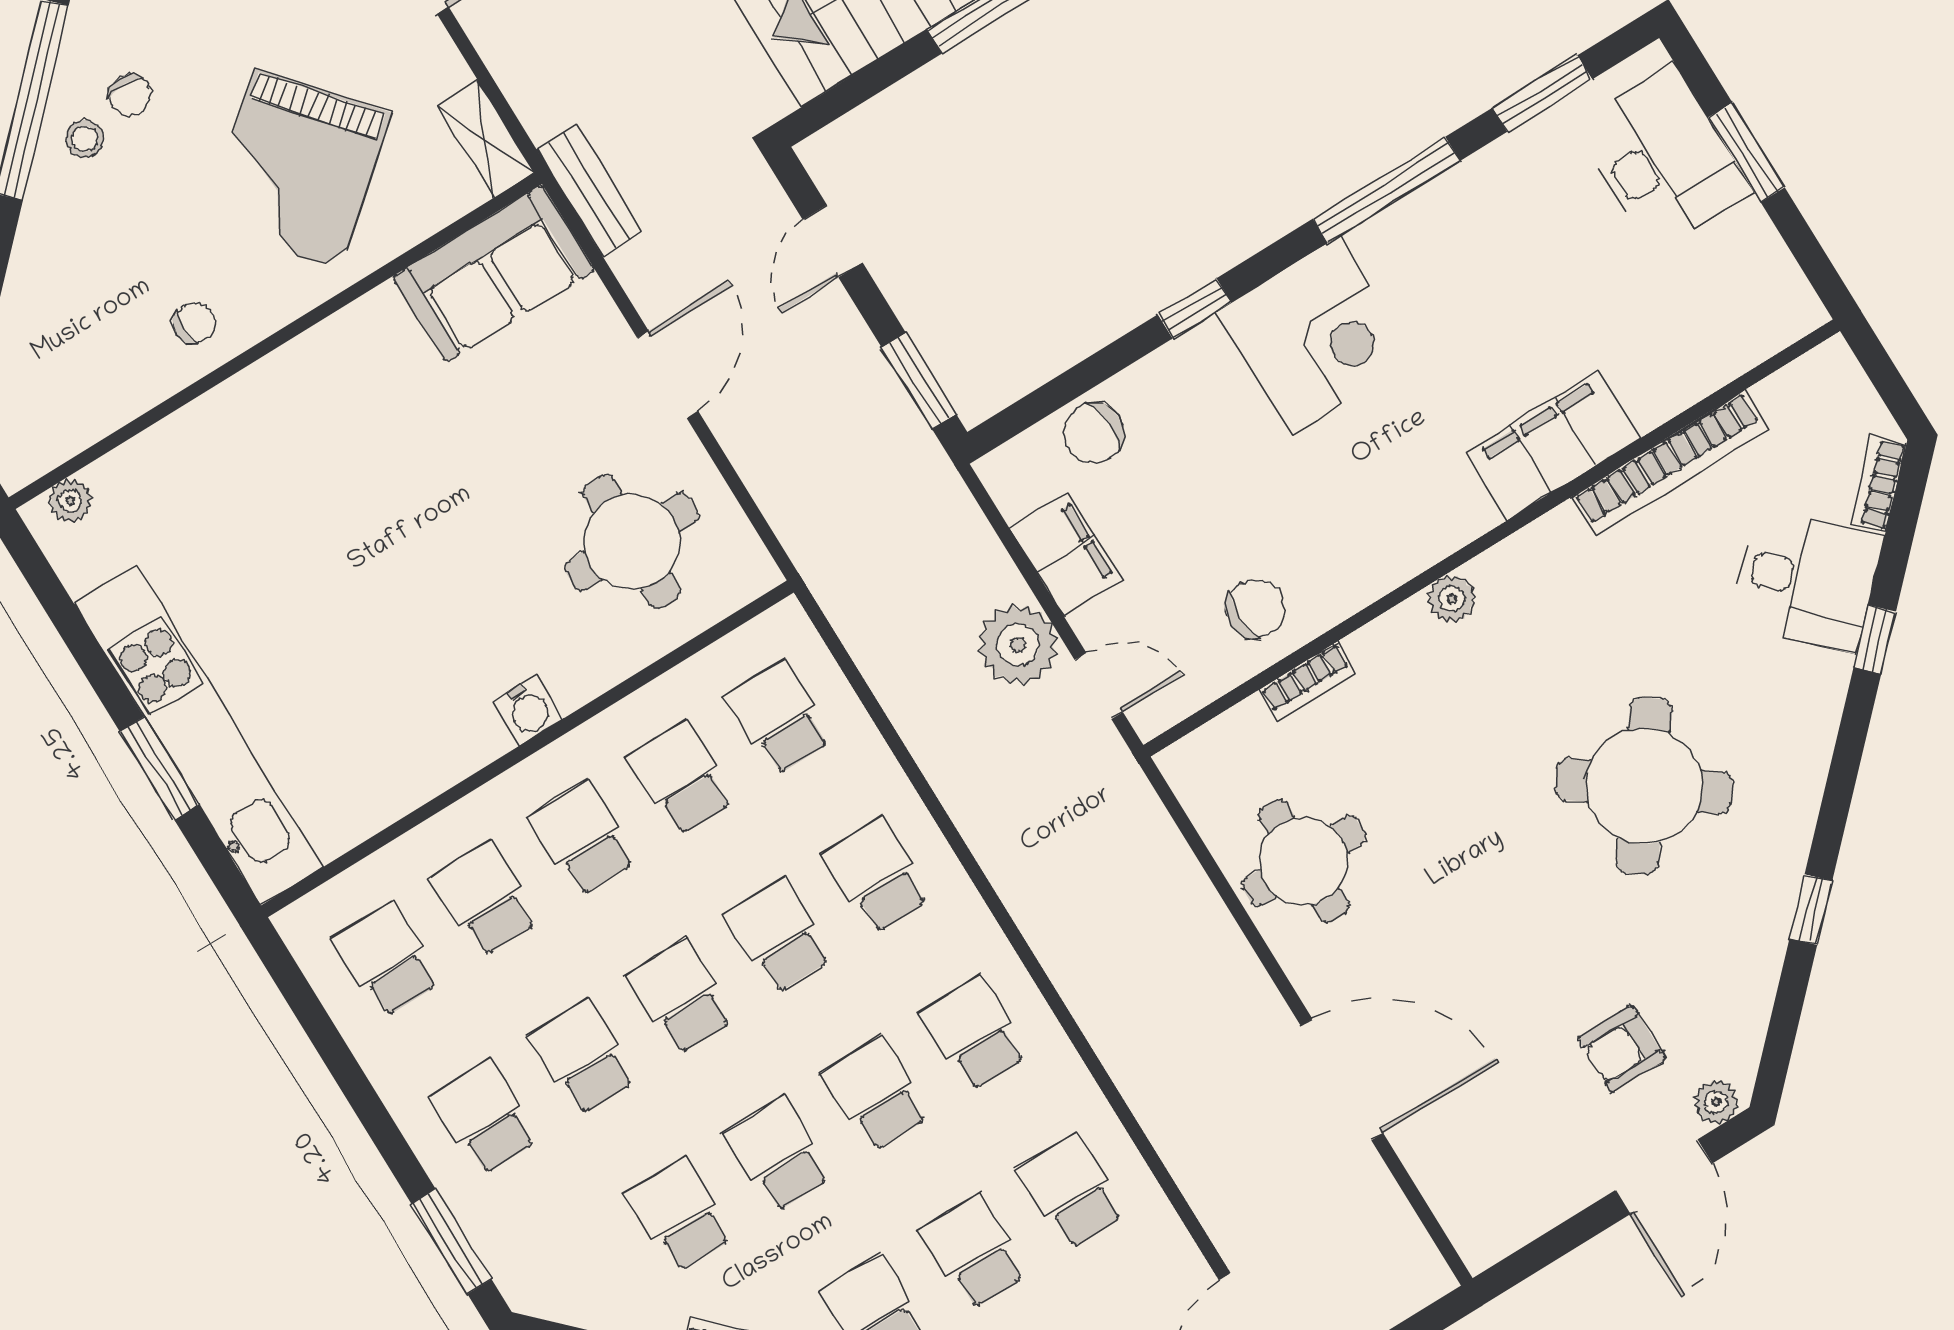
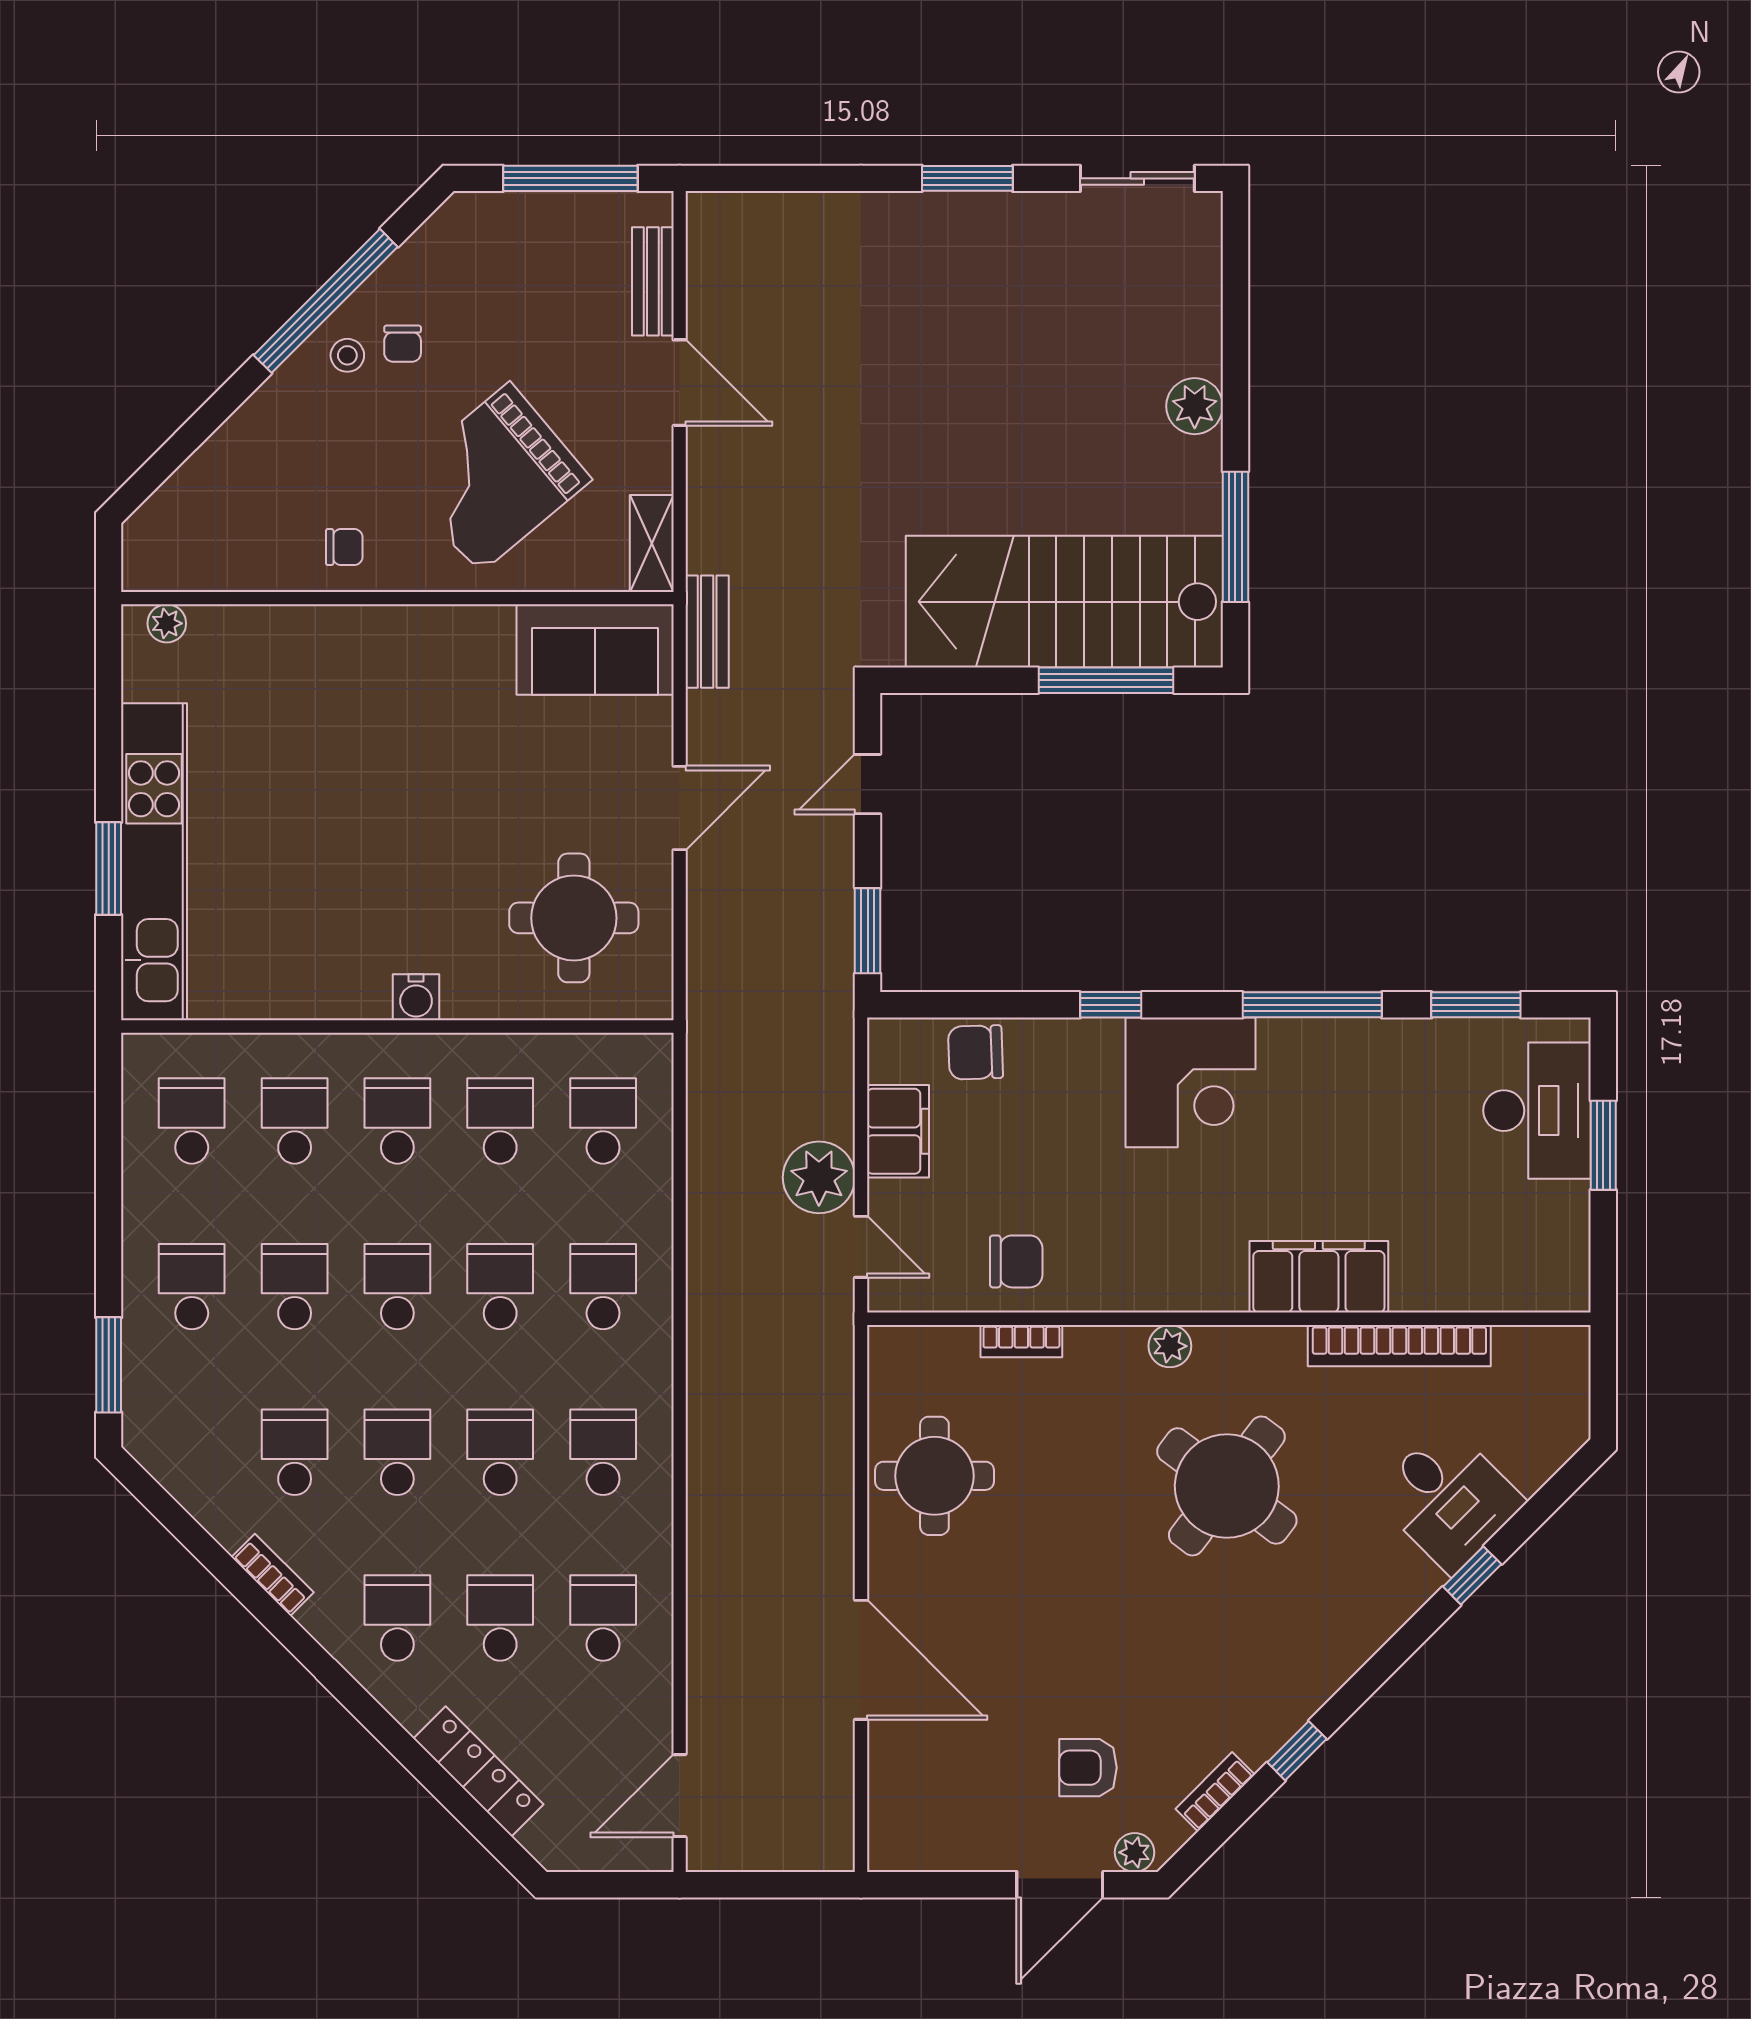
bookcase: (1879, 483) -> (1215, 1792), moved
round table: (1644, 786) -> (1227, 1486), moved

